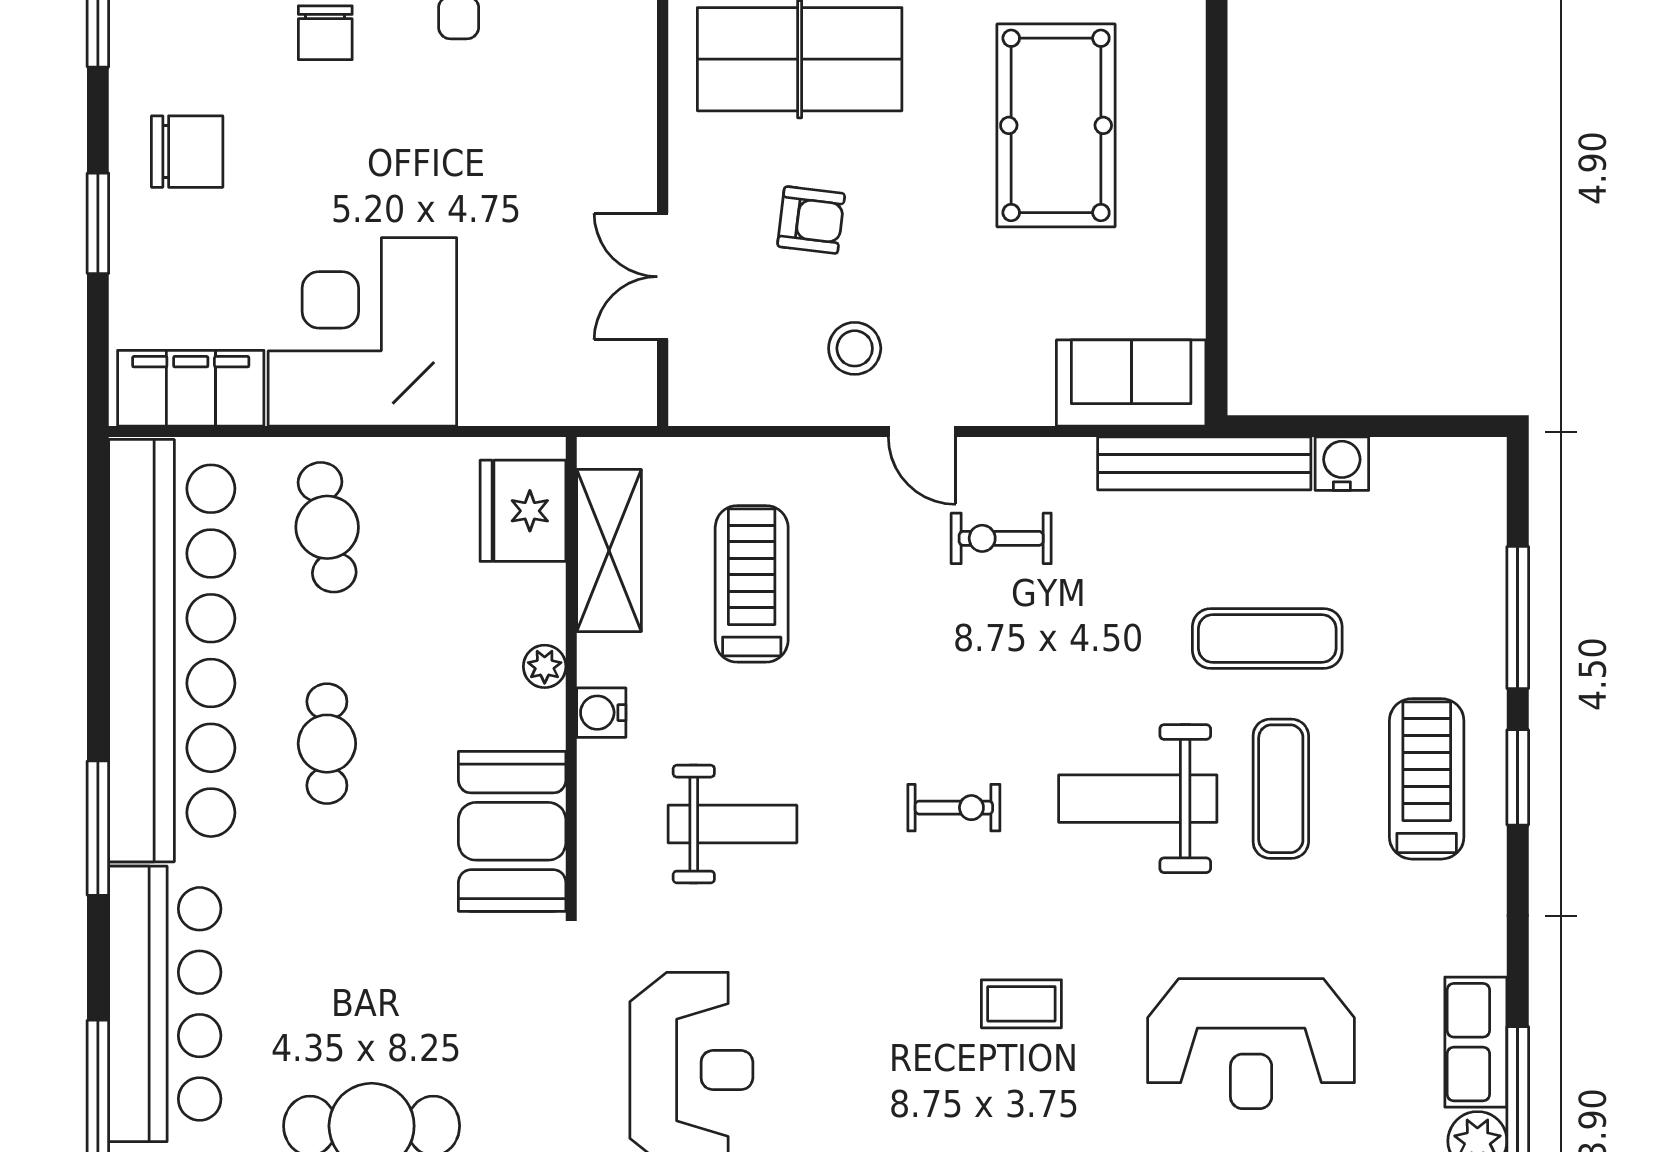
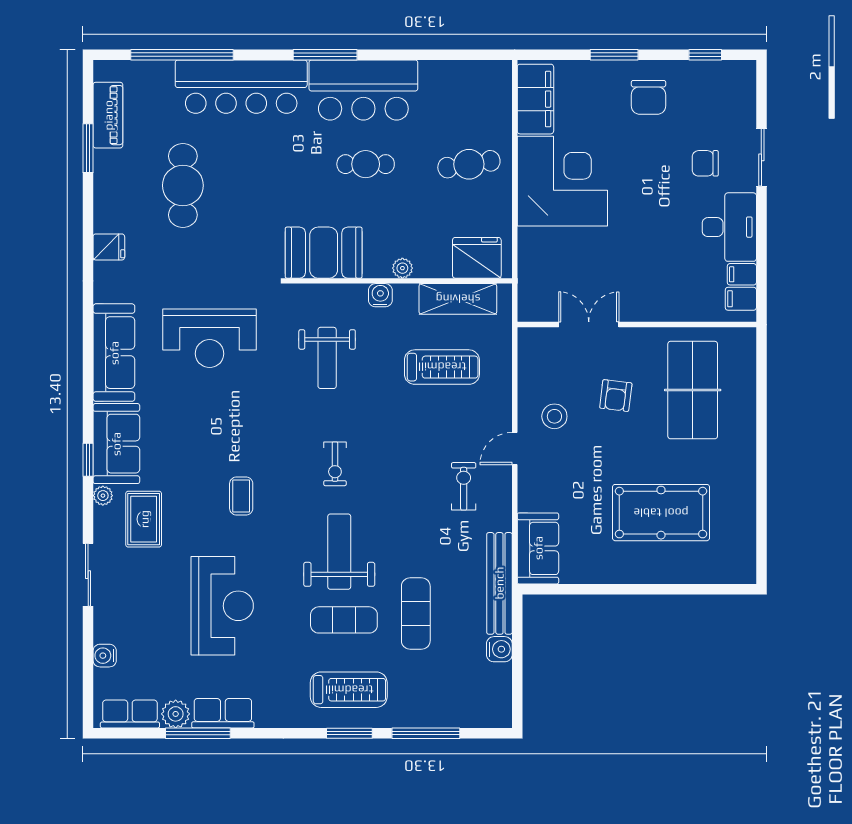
bar counter: (172, 651) -> (363, 90), width x0.54
reception desk: (1251, 1044) -> (222, 606), turned 180

